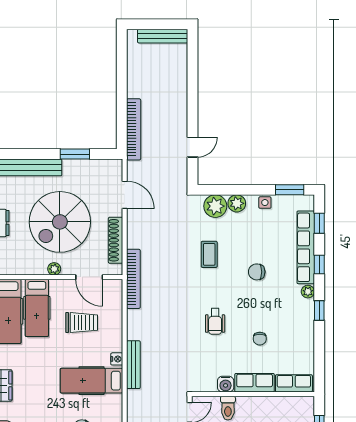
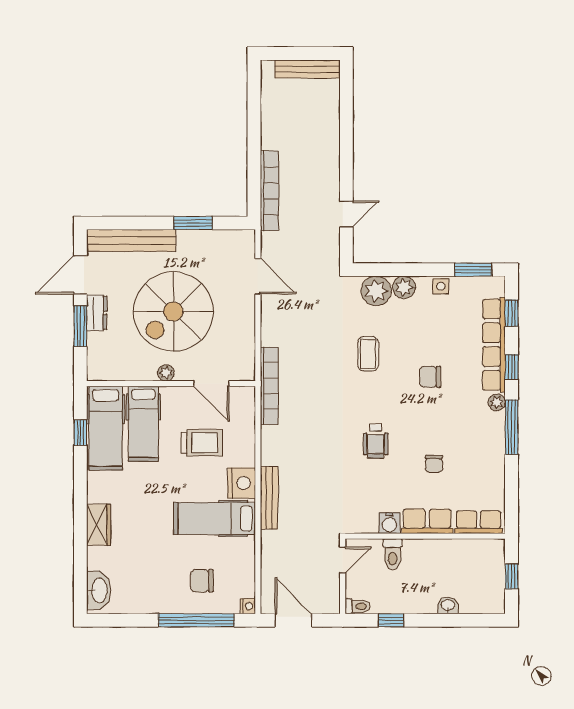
shoe rack: (116, 240) -> (246, 335), removed
window: (319, 311) -> (512, 427), width x2.17
nightstand: (117, 359) -> (242, 483), width x1.89, depth x1.79

